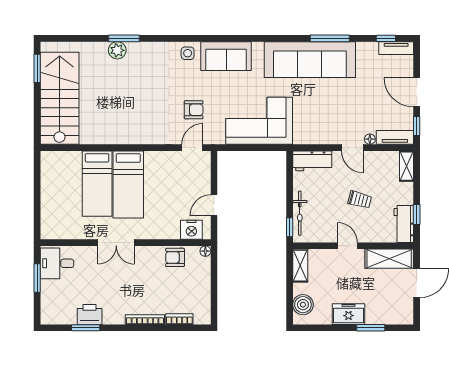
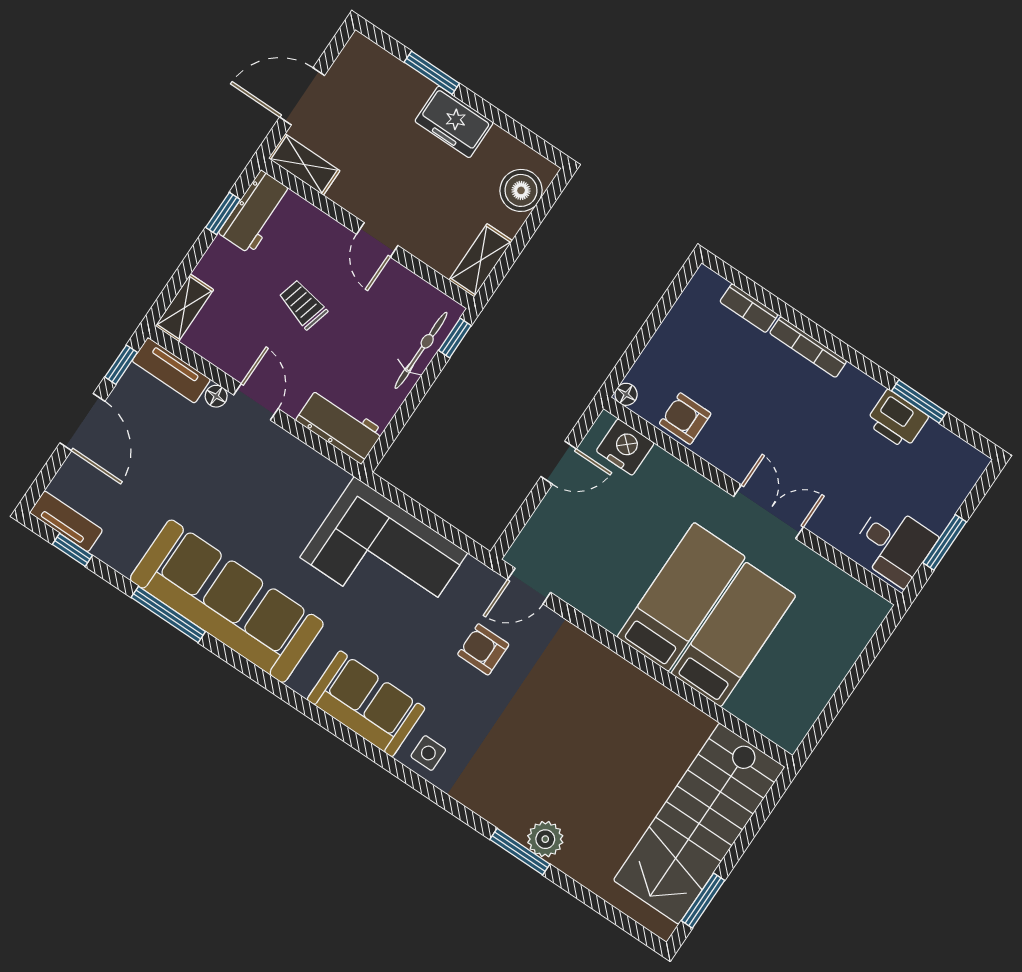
armchair: (175, 257) -> (685, 419), turned 180
shelving: (389, 259) -> (304, 165), width x0.67, depth x0.75

